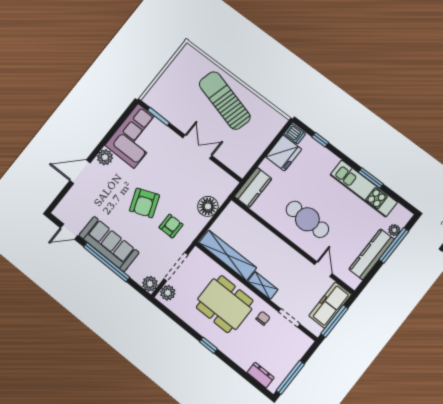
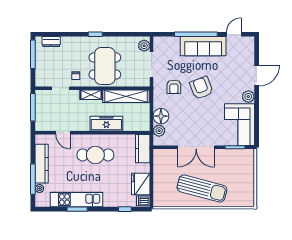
double door: (197, 147) -> (196, 147), width x1.37
plant: (150, 284) -> (159, 131), moved
dining table: (225, 304) -> (105, 66), turned 90
freezer: (330, 305) -> (106, 124), moved, turned -90

